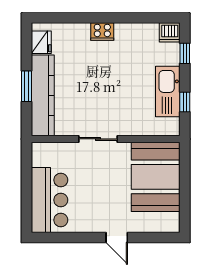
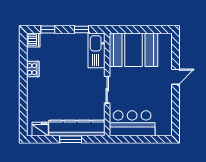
cooker: (102, 32) -> (33, 69), moved
kitchen sink: (168, 91) -> (97, 50), moved, turned 90
bar counter: (50, 200) -> (132, 123), moved

